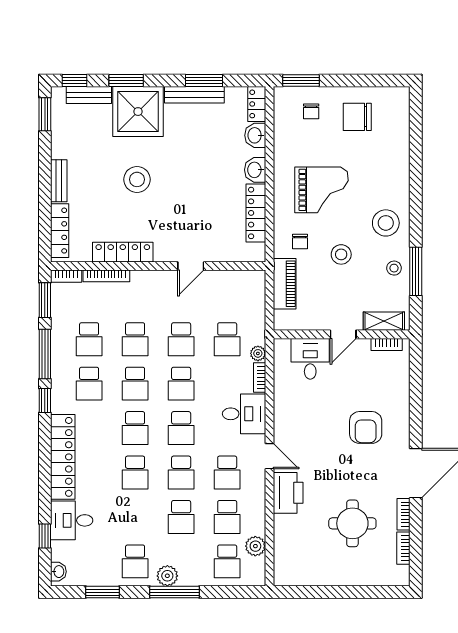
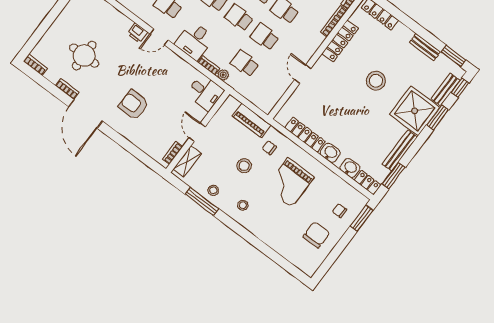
window: (204, 81) -> (394, 176), moved
bench: (59, 181) -> (425, 47), moved
stool: (386, 223) -> (243, 205), width x0.53, depth x0.53
desk: (310, 359) -> (205, 92), moved
printer: (288, 493) -> (137, 33), width x0.53, depth x0.68
bookcase: (403, 548) -> (35, 65), moved

